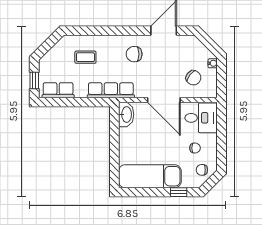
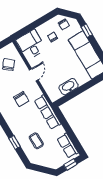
window: (99, 31) -> (14, 142), added
chair: (134, 54) -> (21, 99), moved
door: (164, 100) -> (34, 75), width x0.53
washbasin: (126, 114) -> (69, 87), moved

